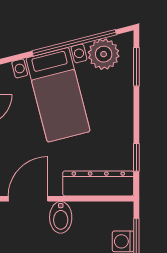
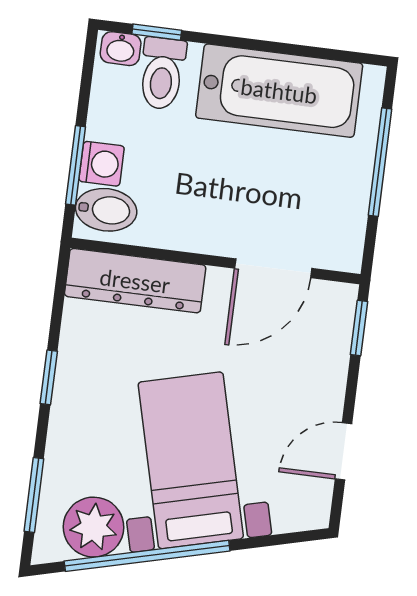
window: (136, 157) -> (49, 377), moved
bidet: (61, 217) -> (106, 210), moved, turned 90

